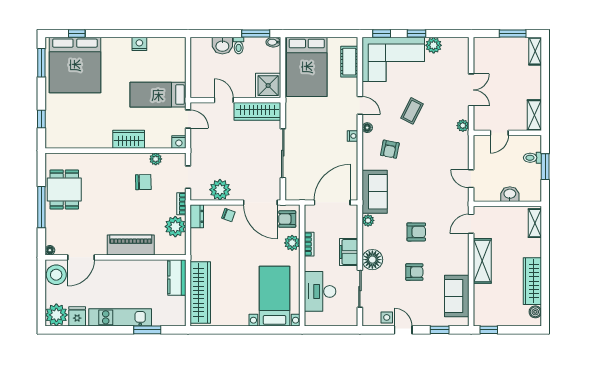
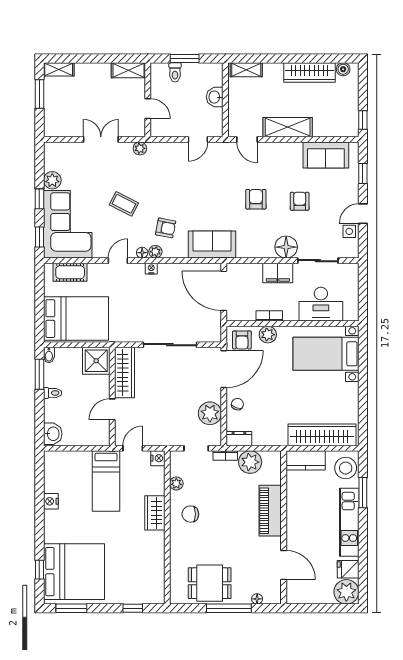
washbasin: (222, 46) -> (53, 434), moved
chair: (143, 182) -> (190, 514), moved, turned -89
plant: (368, 220) -> (155, 252), moved
floor lamp: (50, 250) -> (257, 599), moved
stool: (56, 275) -> (346, 468), moved

